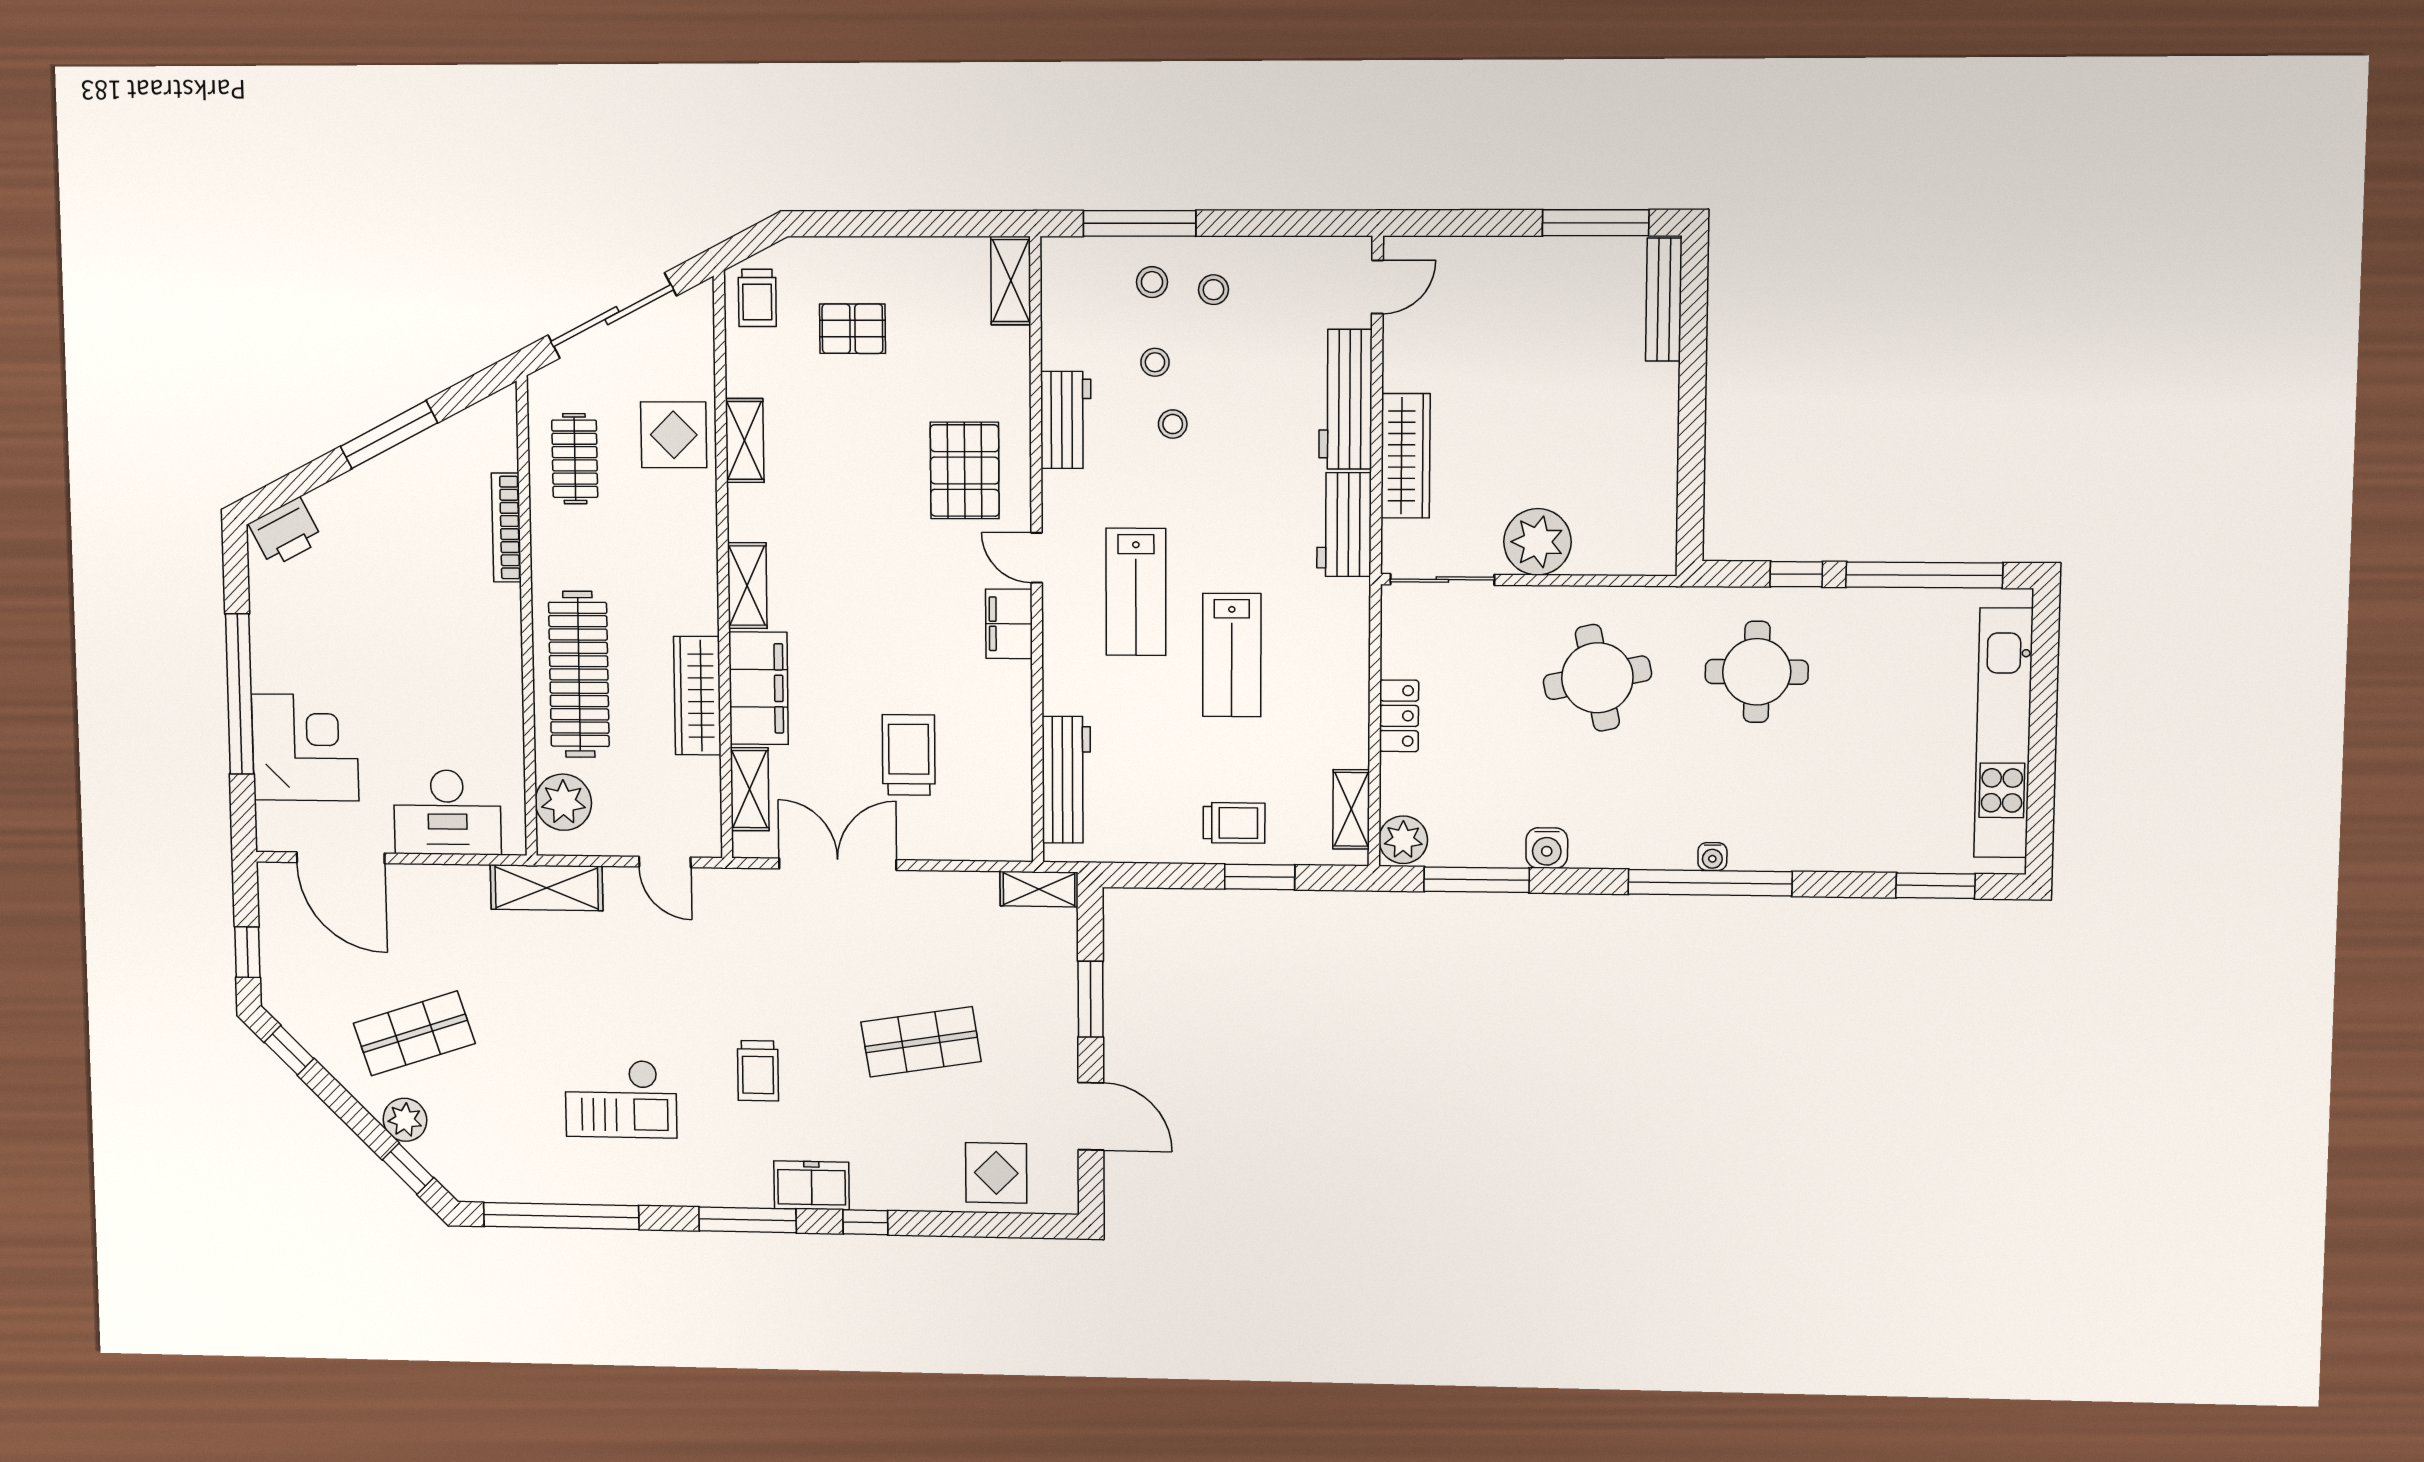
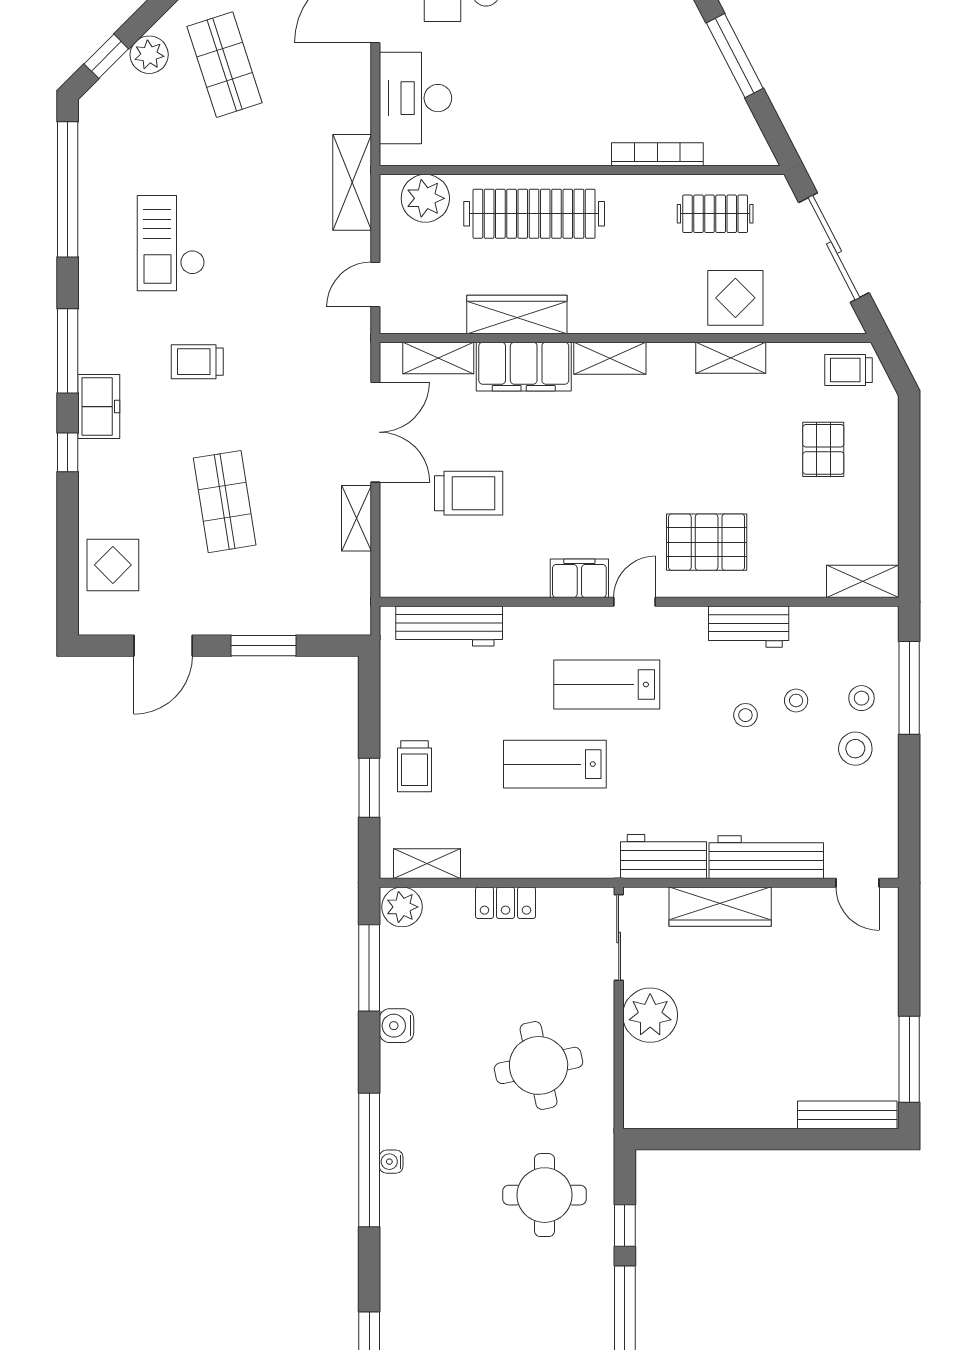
stool: (1213, 290) -> (855, 749), width x1.37, depth x1.37
shelving: (1039, 889) -> (356, 518), moved

